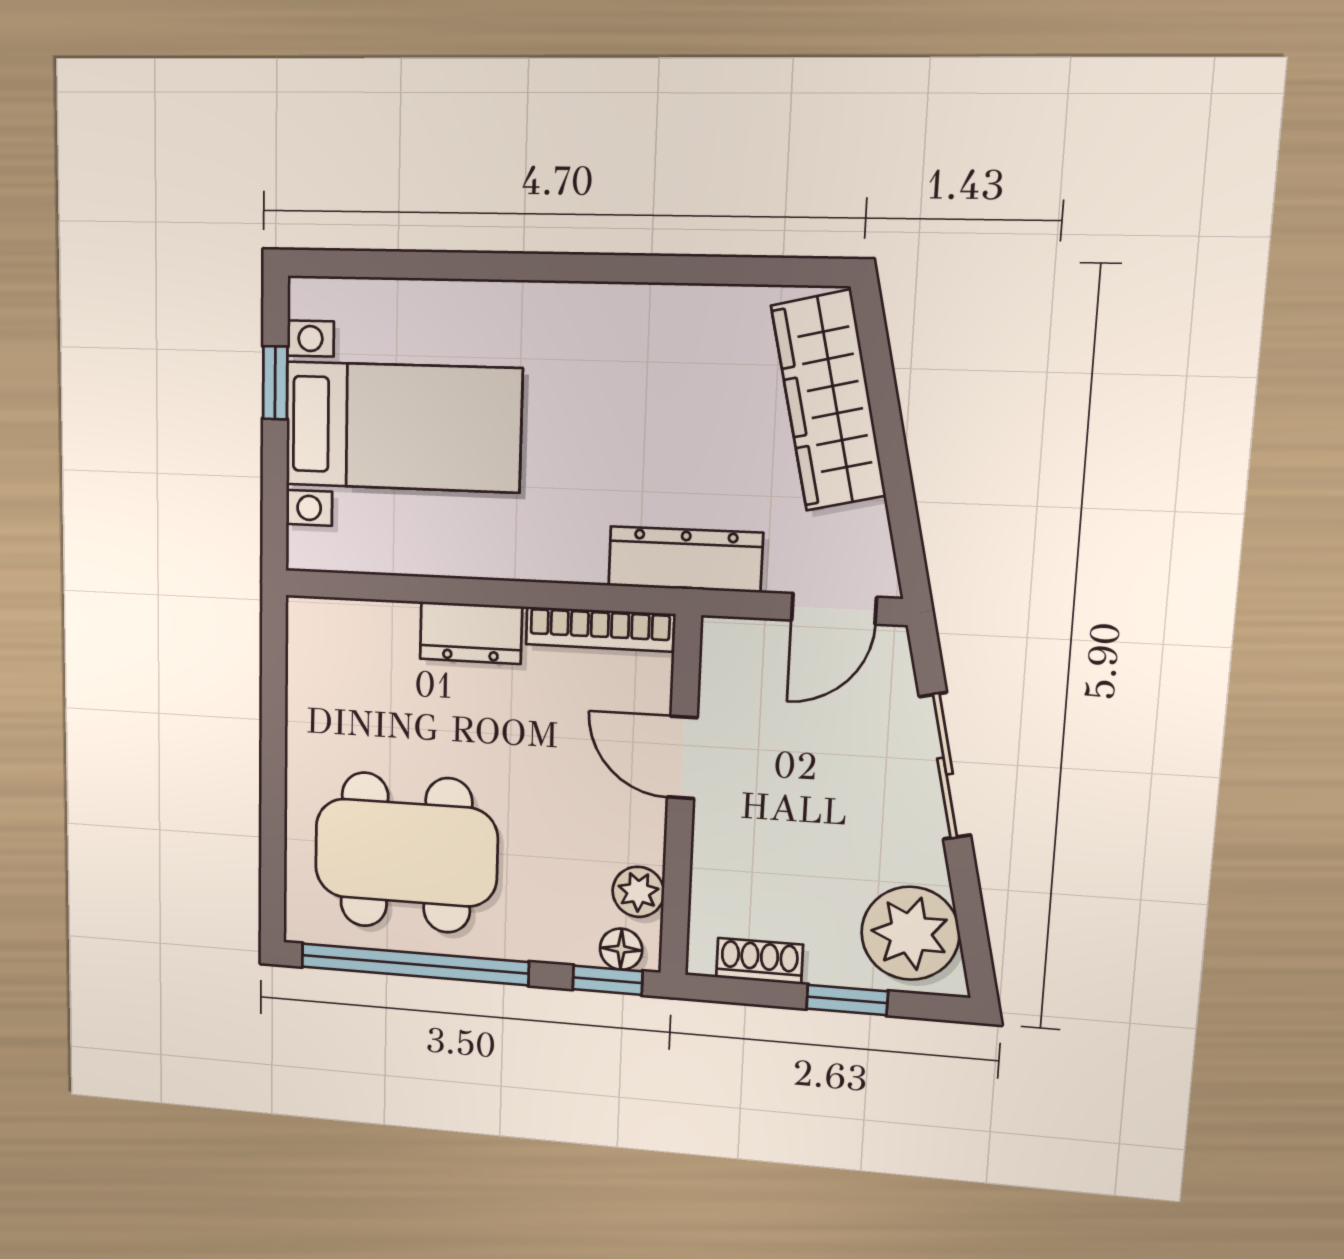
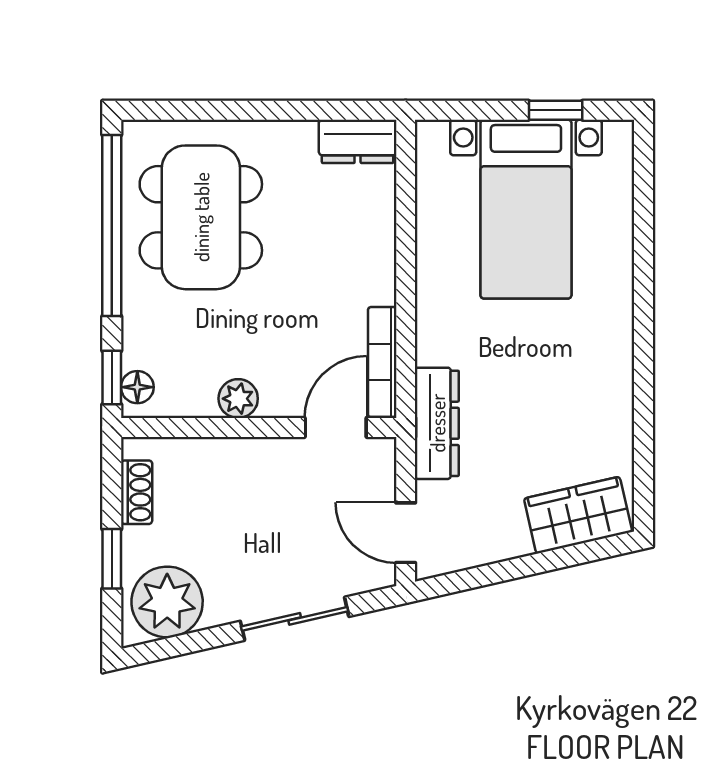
wardrobe: (829, 401) -> (578, 515), width x0.67
dresser: (471, 633) -> (358, 141), moved, turned -90
door: (682, 757) -> (336, 427), moved
plant: (638, 892) -> (238, 399), moved

